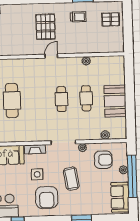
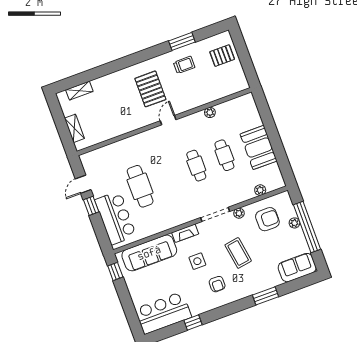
armchair: (47, 197) -> (217, 284), width x0.53, depth x0.53
sofa: (120, 197) -> (297, 268), moved, turned 90

